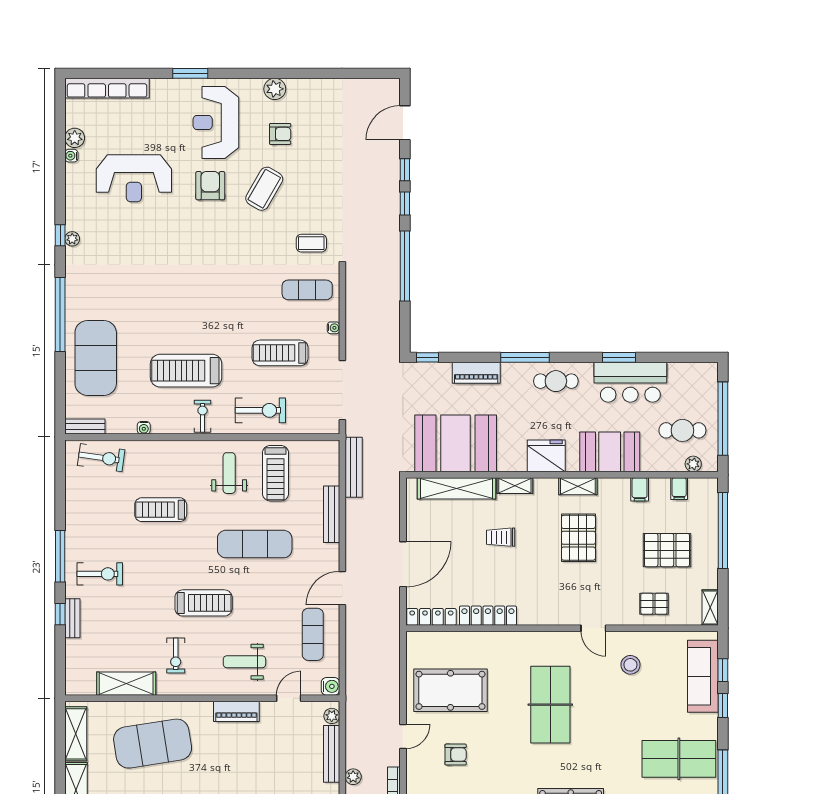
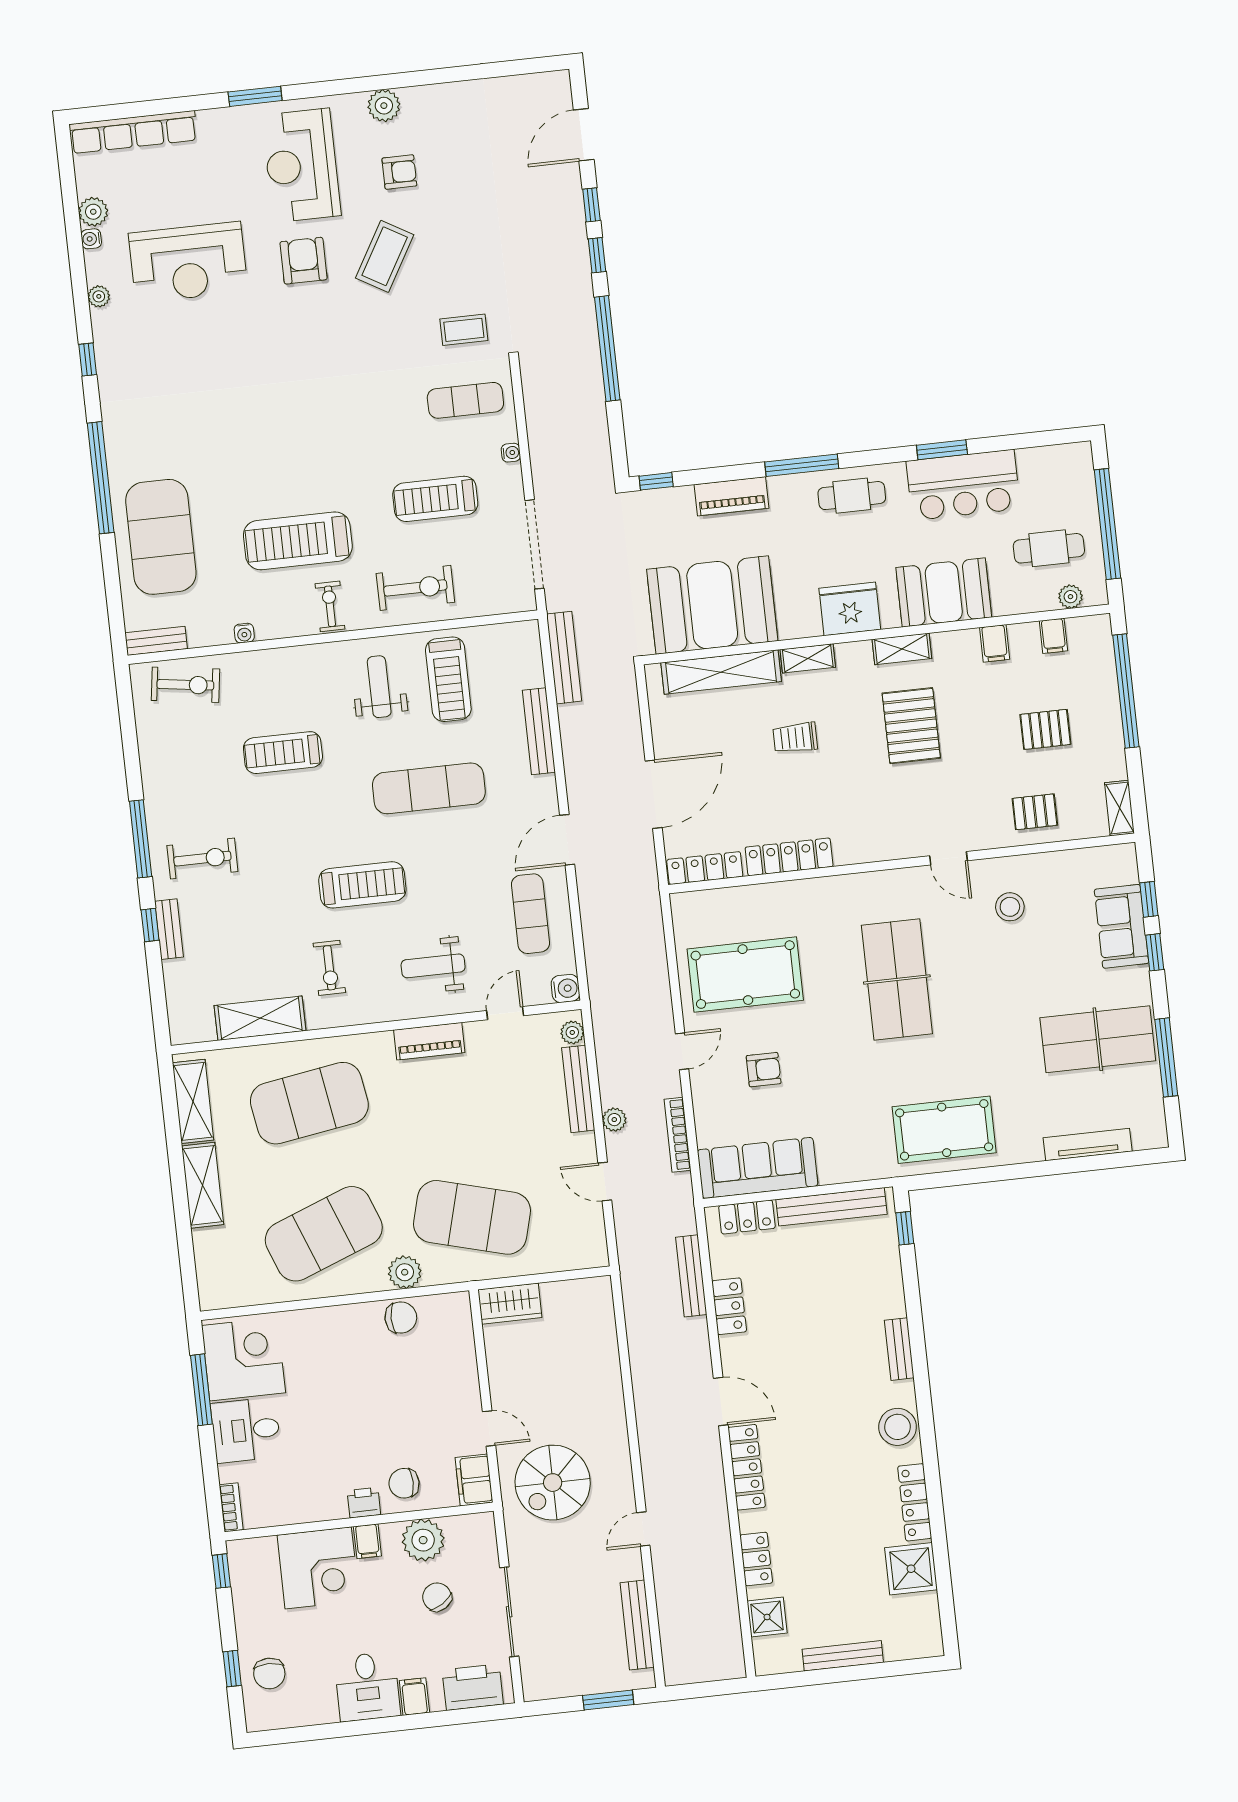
plant: (72, 239) -> (99, 296), moved
pallet: (667, 550) -> (1045, 729), width x0.67, depth x0.71
sofa: (703, 676) -> (1122, 926), width x0.73

